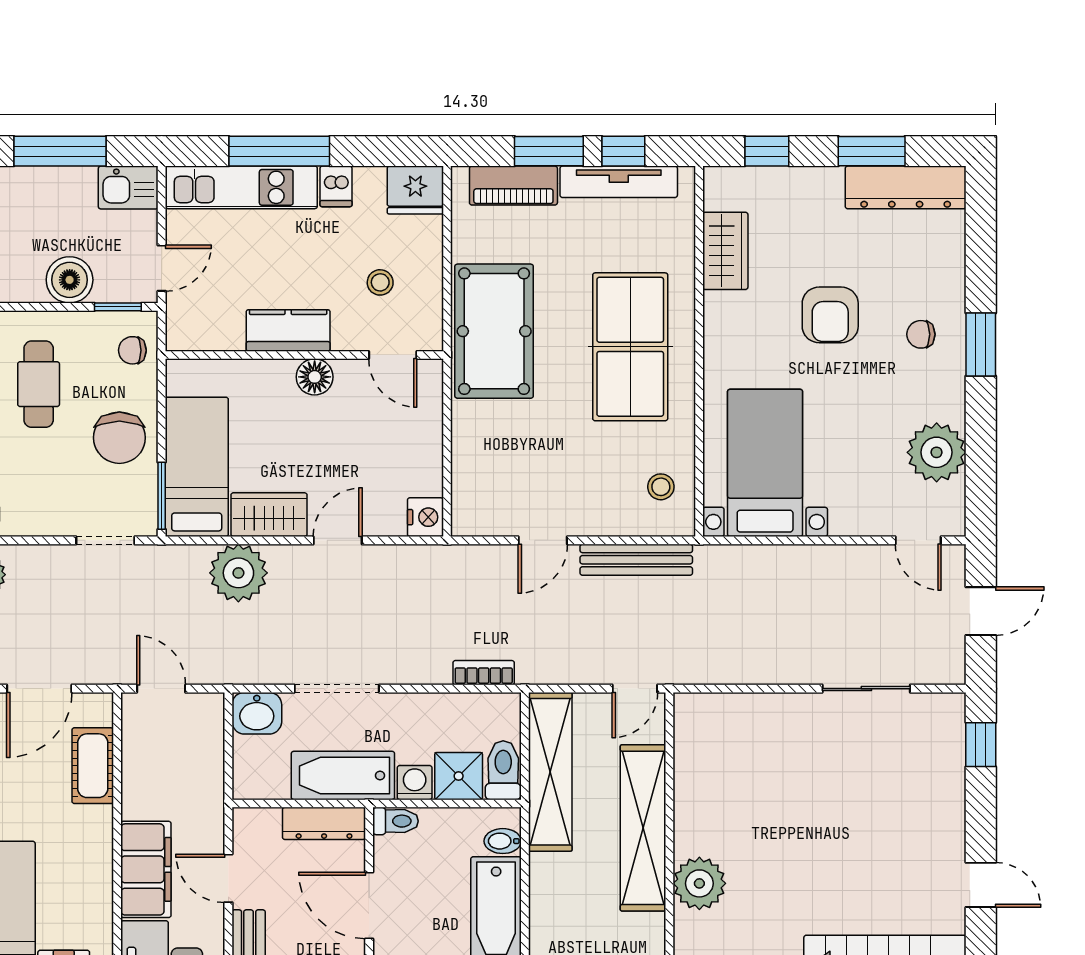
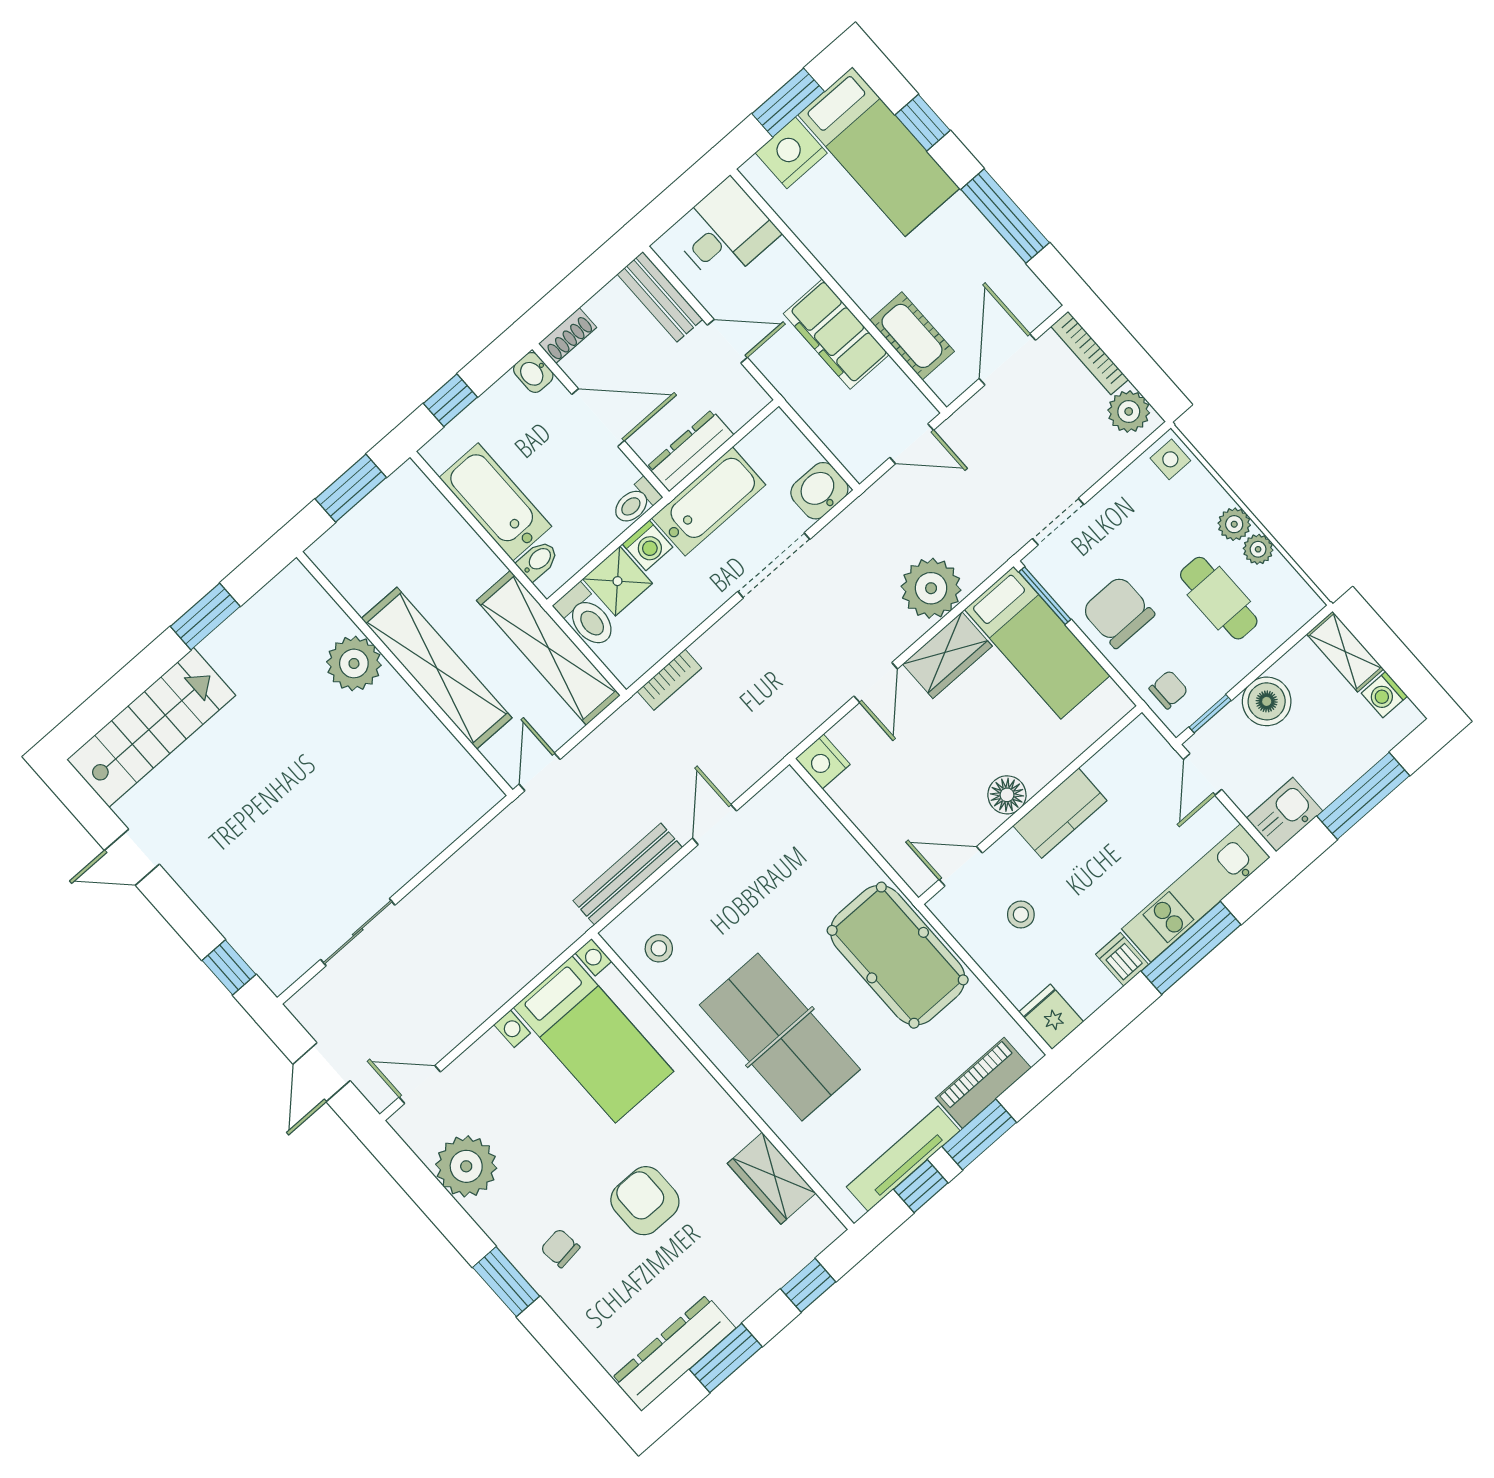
fridge: (415, 190) -> (1051, 1017), width x0.72
chair: (921, 334) -> (560, 1248), turned -97
filing cabinet: (146, 869) -> (836, 334), moved

